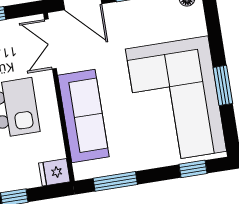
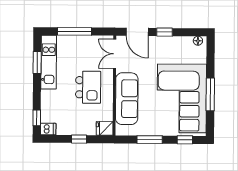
window: (223, 85) -> (210, 94), width x1.44
window: (115, 181) -> (150, 140), moved

